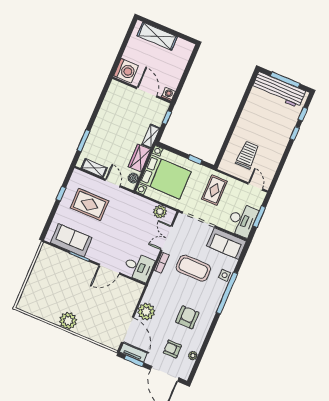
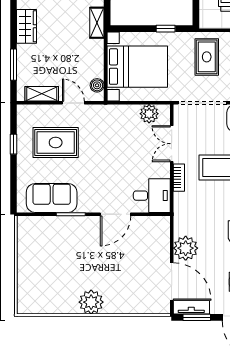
wardrobe: (139, 158) -> (27, 26), moved, turned 180

